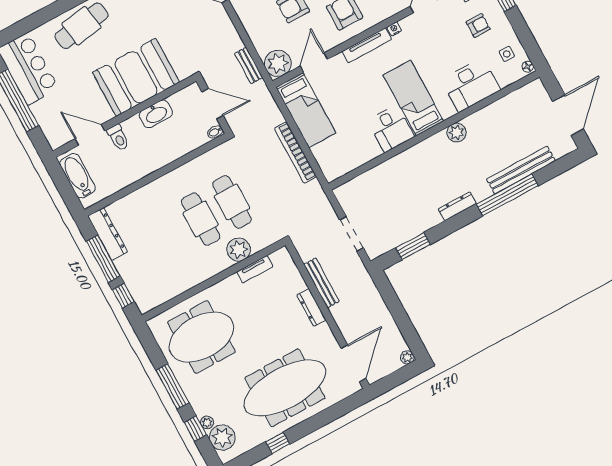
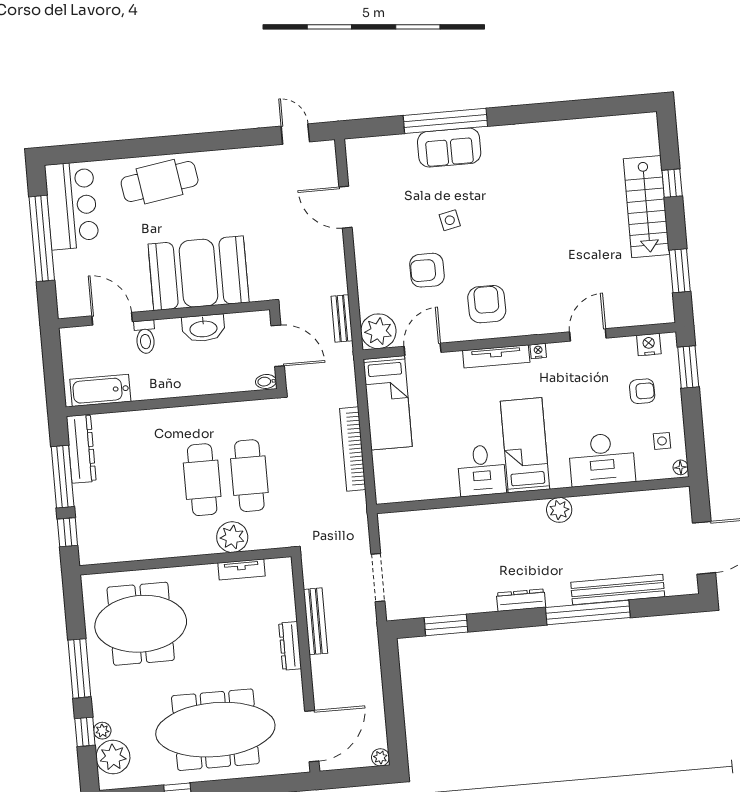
bathtub: (78, 176) -> (100, 390), moved, turned -90

